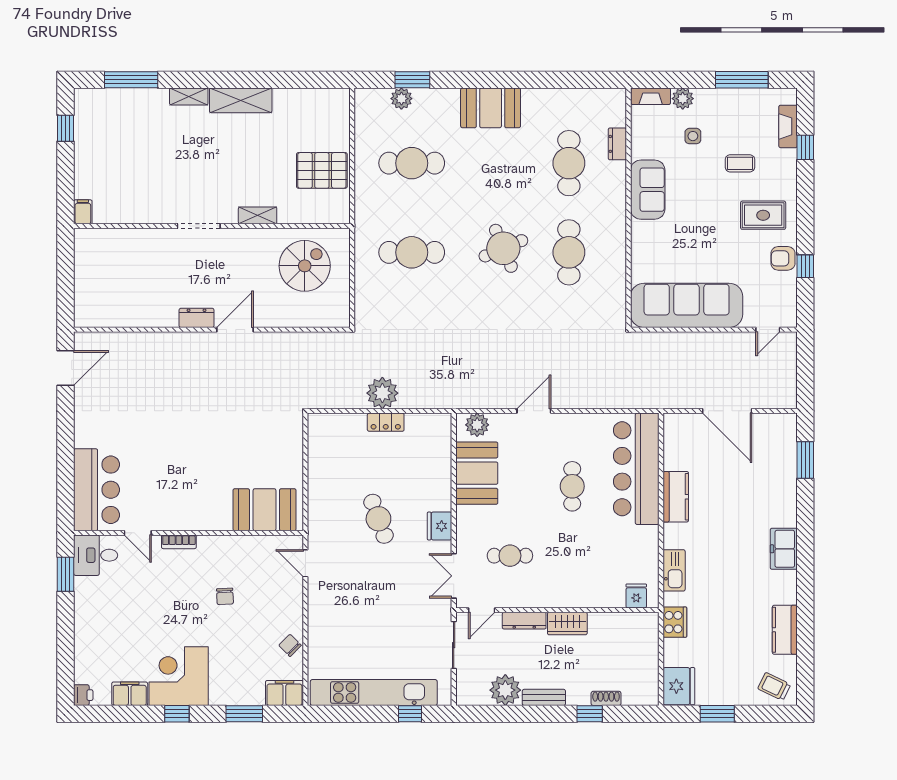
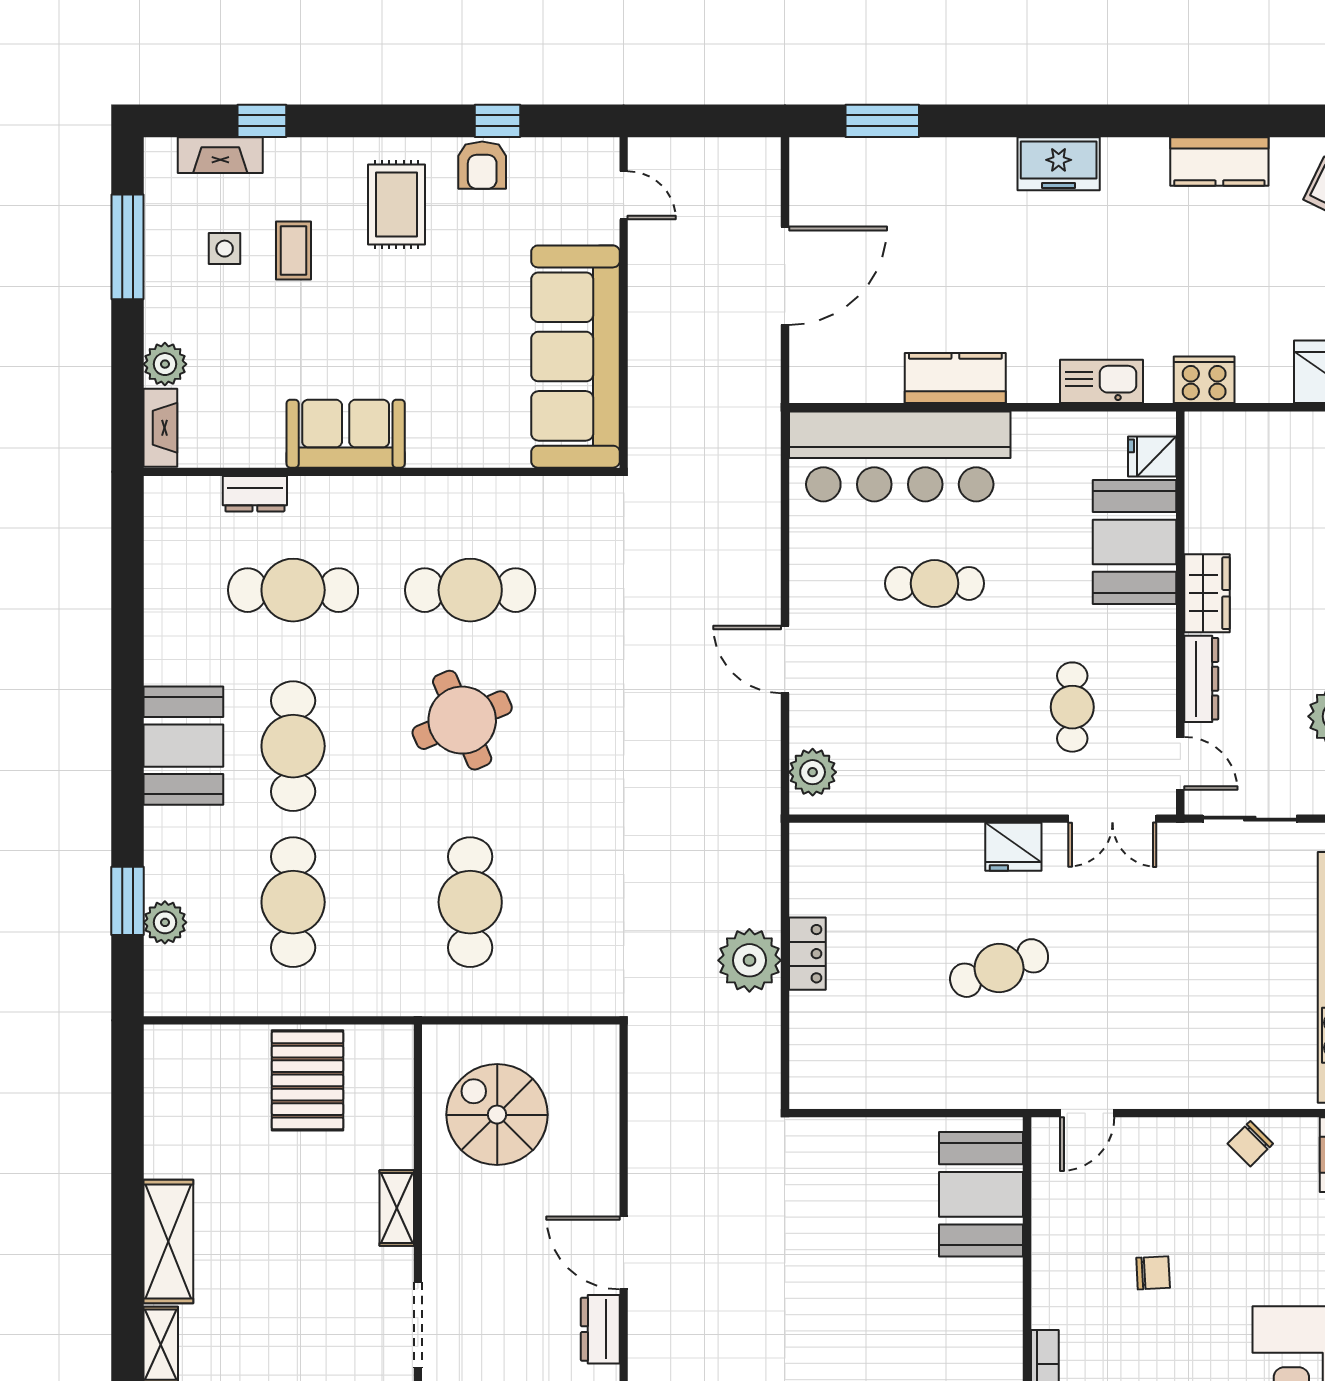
side table: (693, 136) -> (225, 249), moved
cafe table: (490, 163) -> (293, 746), added
booth: (477, 473) -> (1135, 542), moved, turned 90

